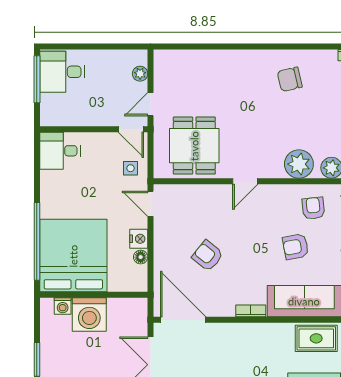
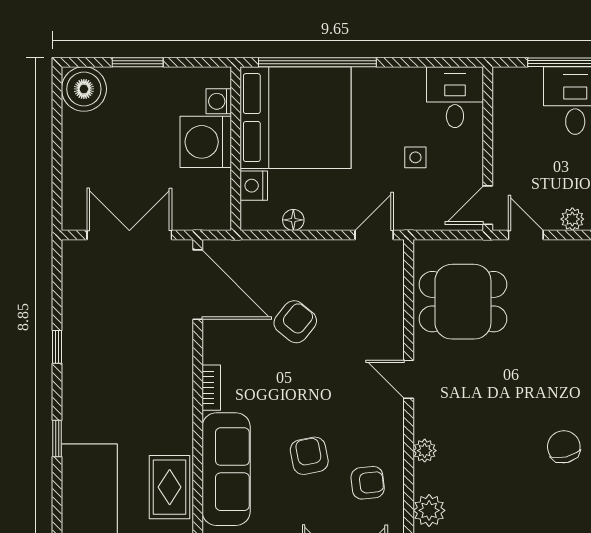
plant: (299, 164) -> (425, 451), width x0.53, depth x0.53
side table: (131, 168) -> (415, 157), moved
nightstand: (139, 239) -> (254, 186), moved, turned 90
door: (183, 320) -> (198, 285), hinge flipped

